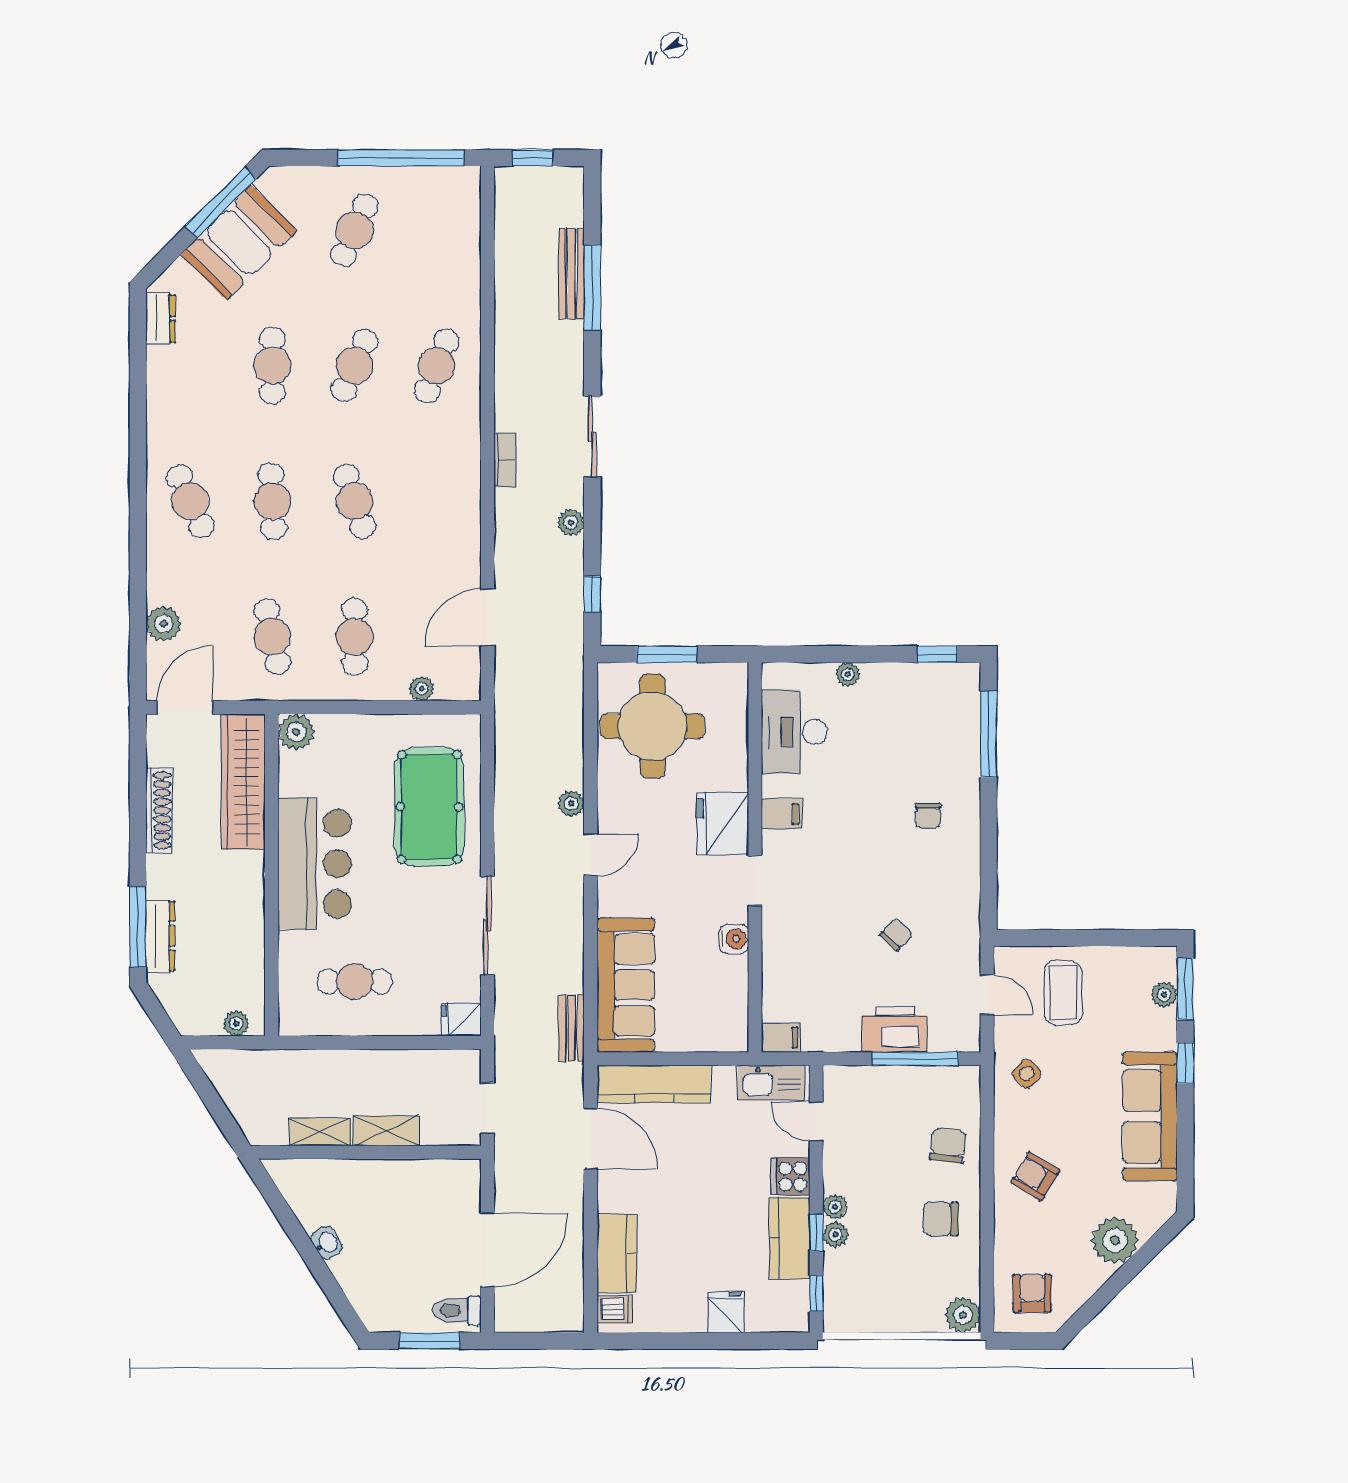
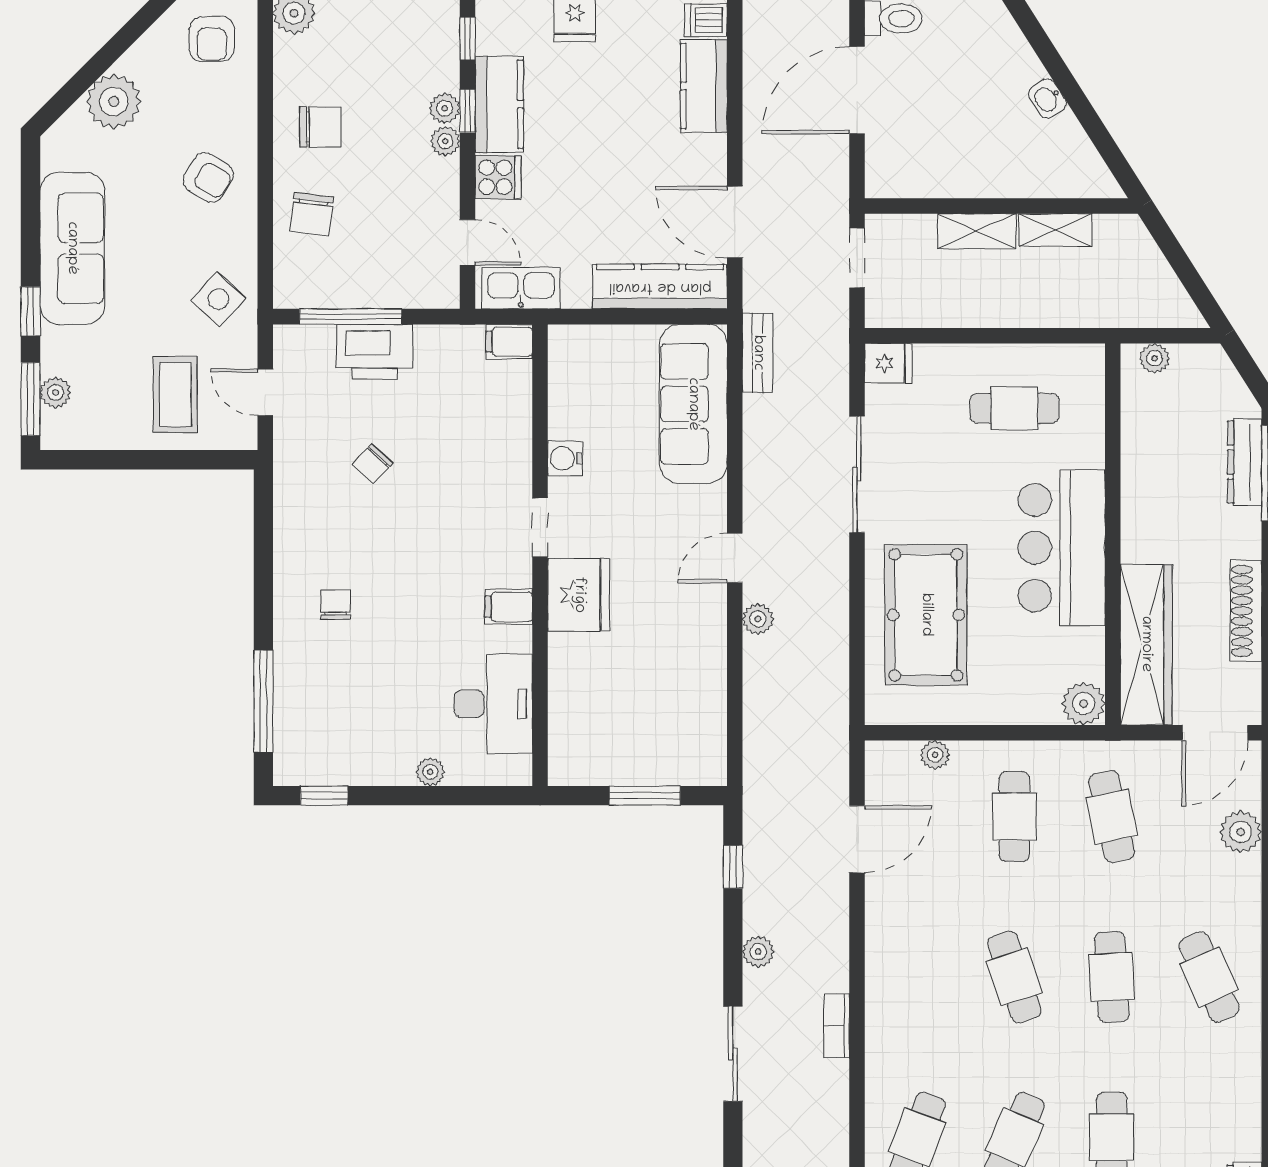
round table: (652, 726) -> (661, 711), removed
side table: (1027, 1074) -> (218, 299), width x1.37, depth x1.37

